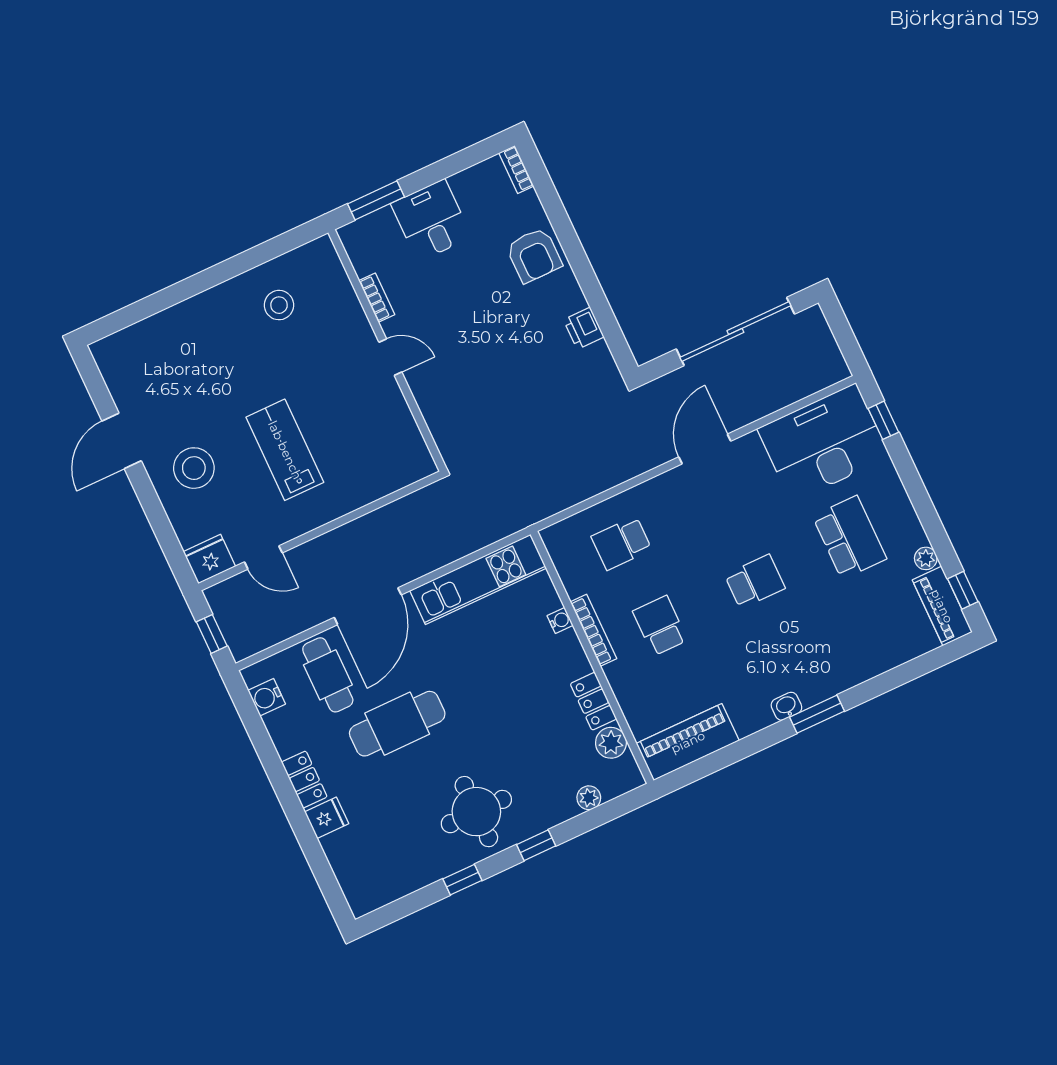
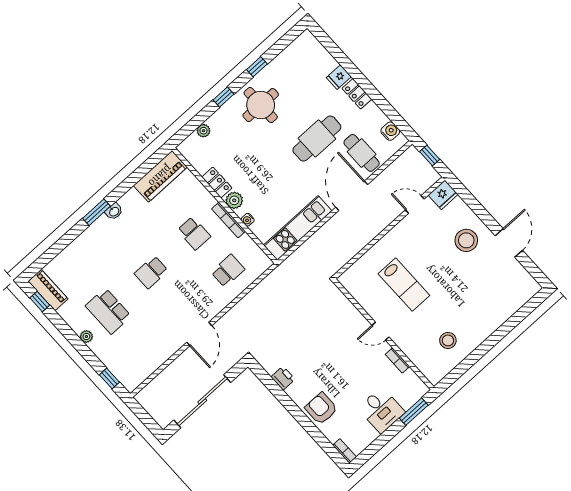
desk: (824, 443) -> (137, 357), removed
lab bench: (285, 450) -> (404, 285), moved
plant: (926, 558) -> (86, 336), moved
plant: (611, 743) -> (234, 200), moved

